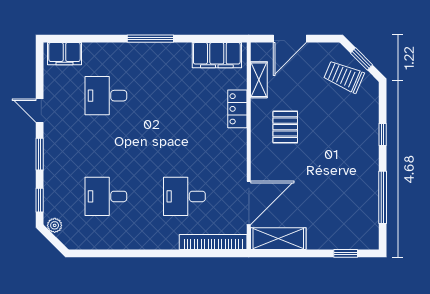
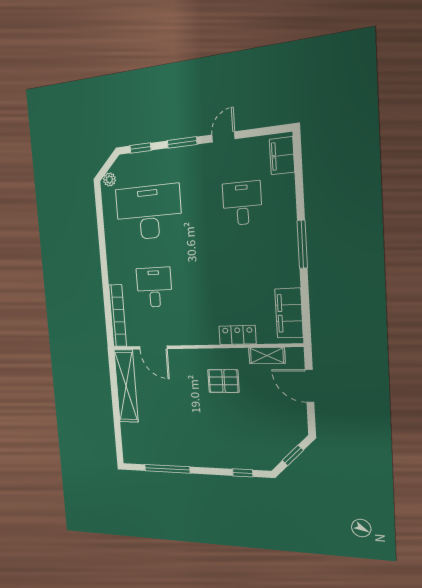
trolley: (344, 76) -> (275, 438), removed
window: (383, 135) -> (243, 473), moved
desk: (106, 196) -> (149, 212), width x1.87, depth x1.30
door: (249, 203) -> (153, 348), width x0.73
plant: (55, 225) -> (109, 180), moved
shelving: (278, 239) -> (126, 386), width x1.47
window: (346, 253) -> (118, 434), removed

